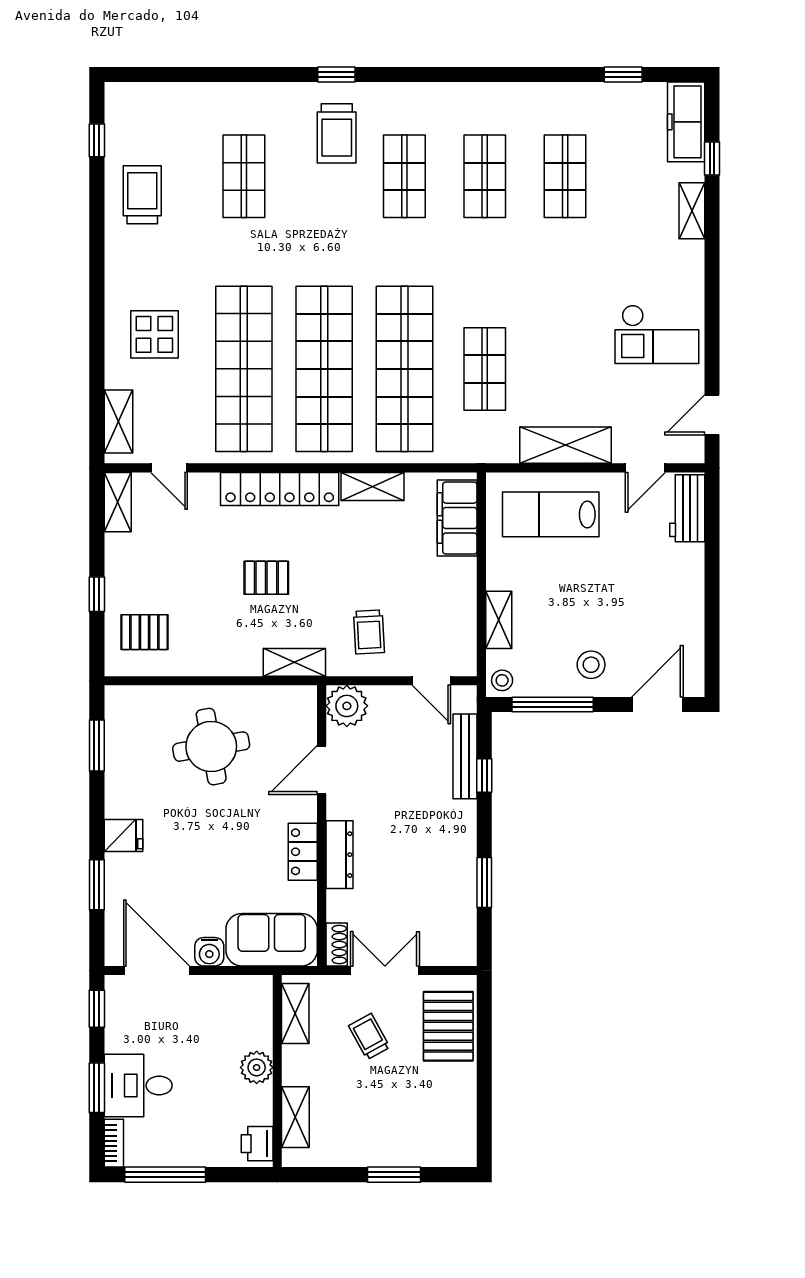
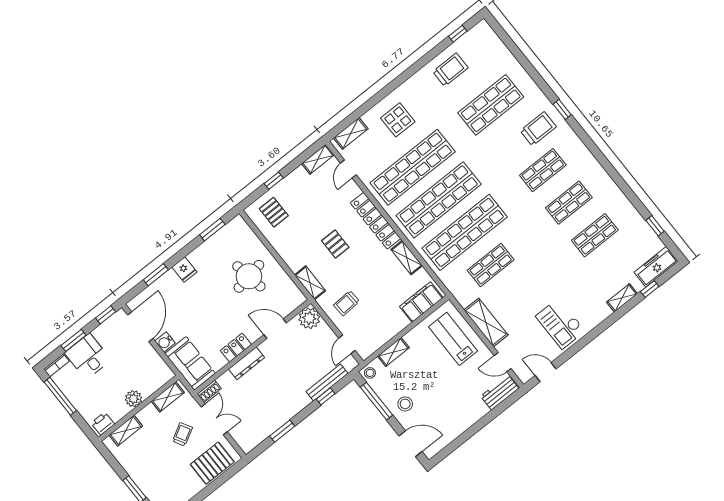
trolley: (337, 133) -> (538, 129), turned 180
shop shelf: (244, 176) -> (491, 105), width x1.43, depth x1.36

